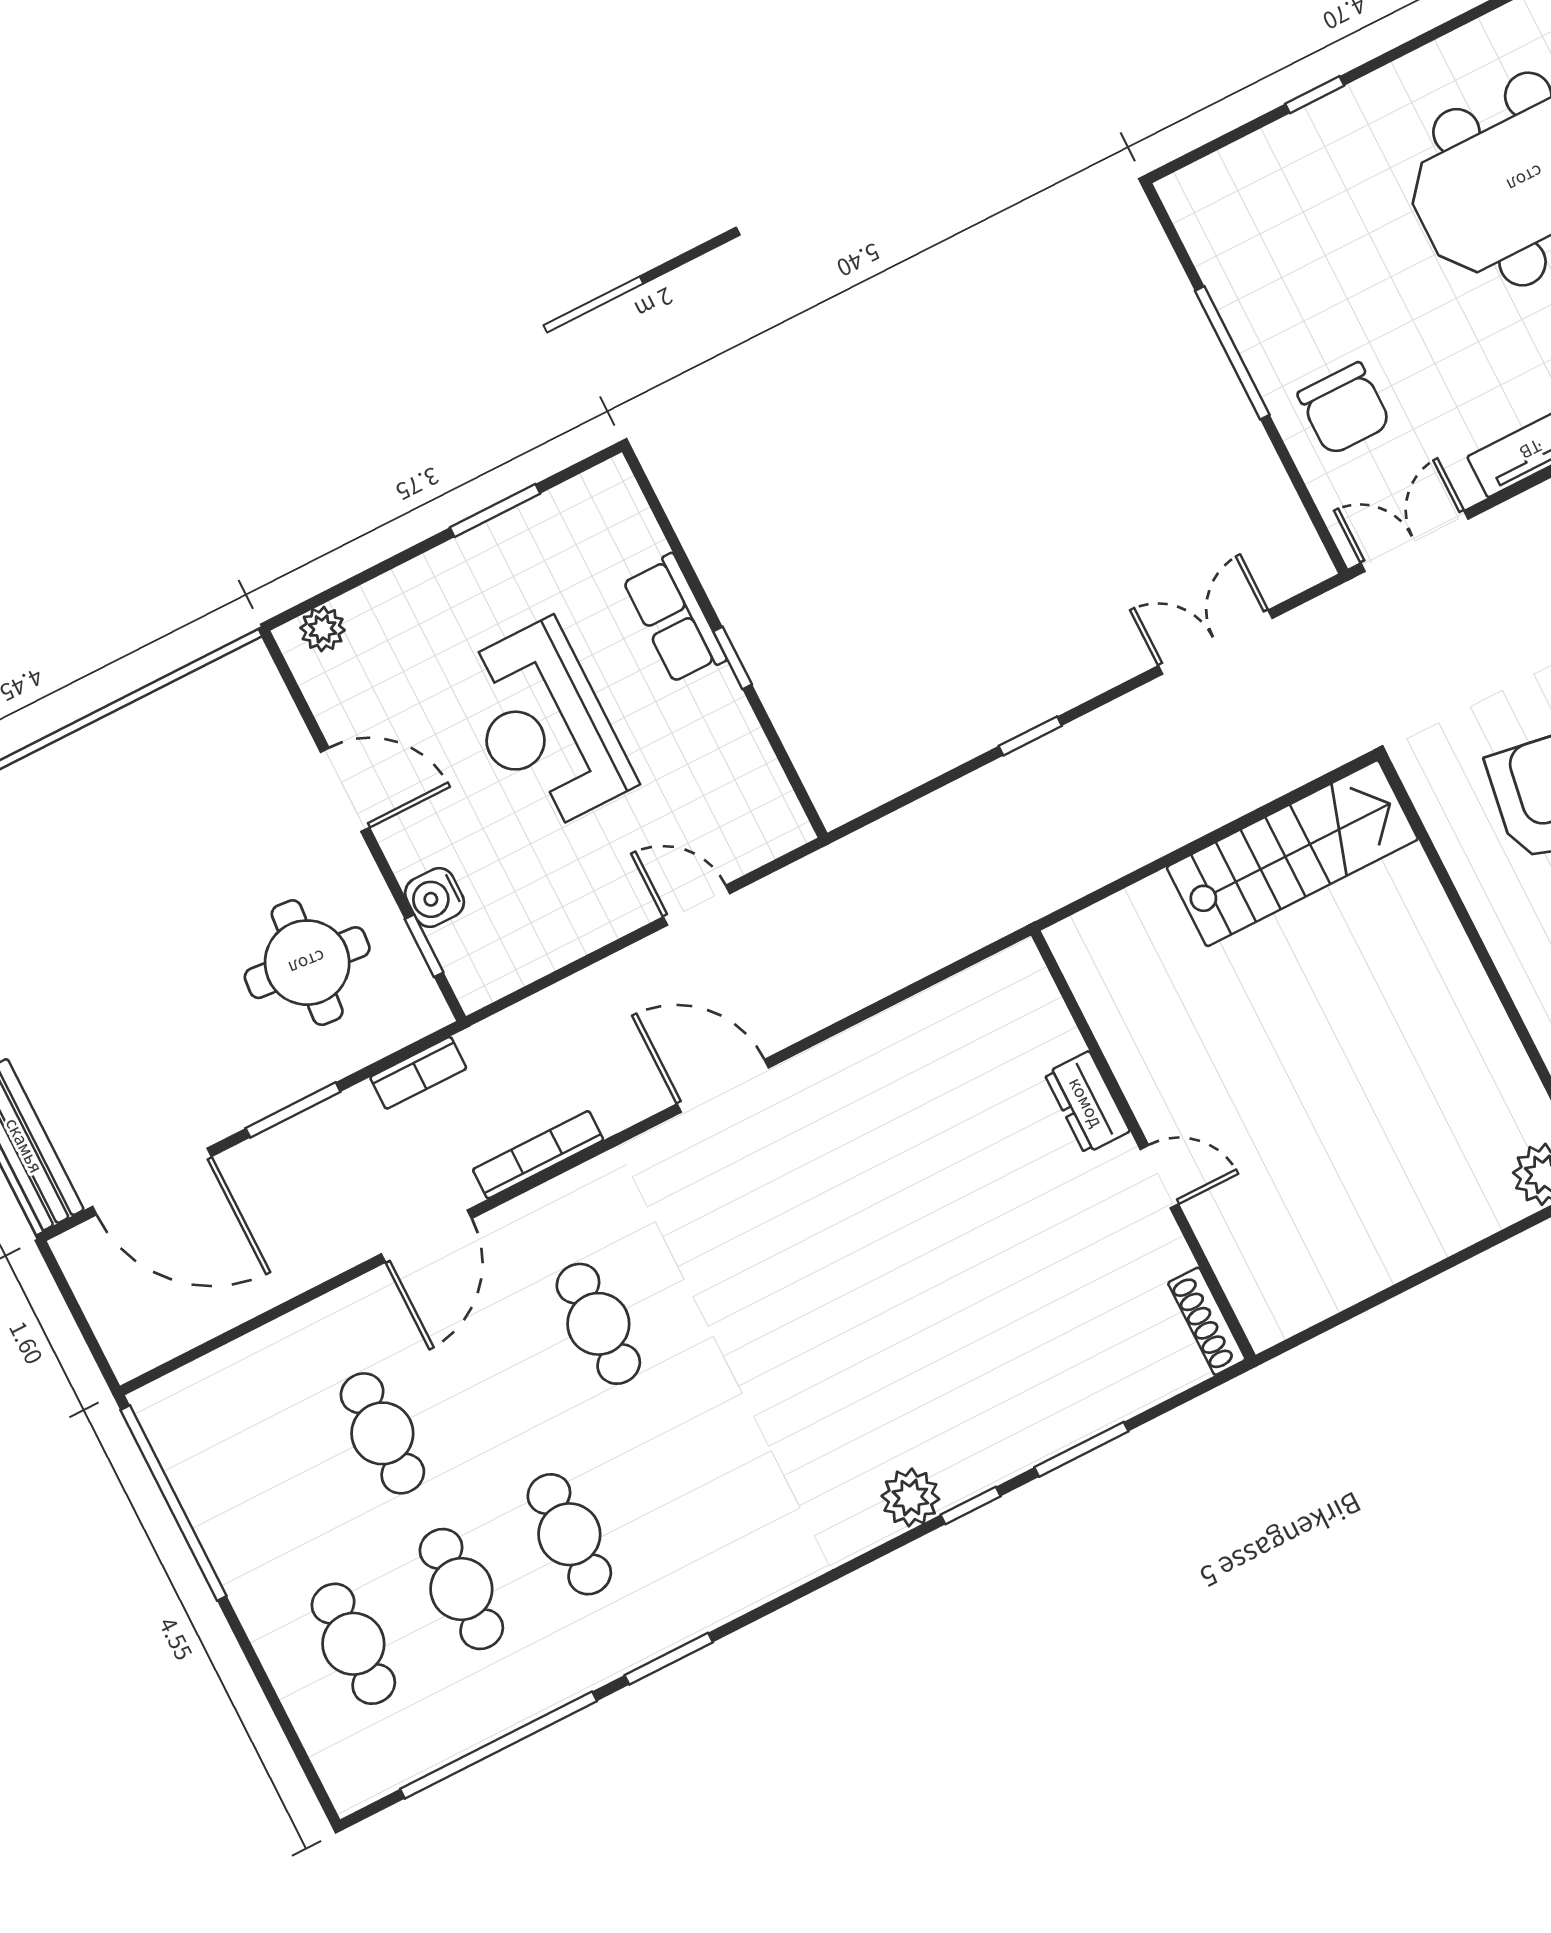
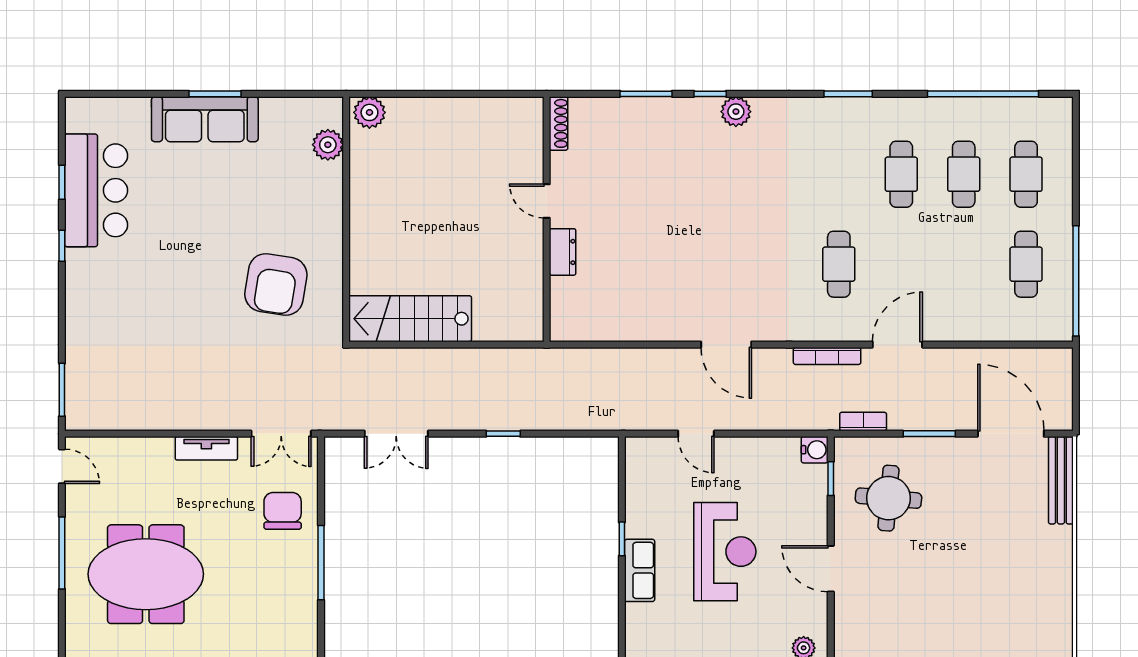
water cooler: (435, 897) -> (815, 450), moved
cafe table: (382, 1433) -> (1026, 264), moved
window: (669, 1659) -> (848, 94), moved

